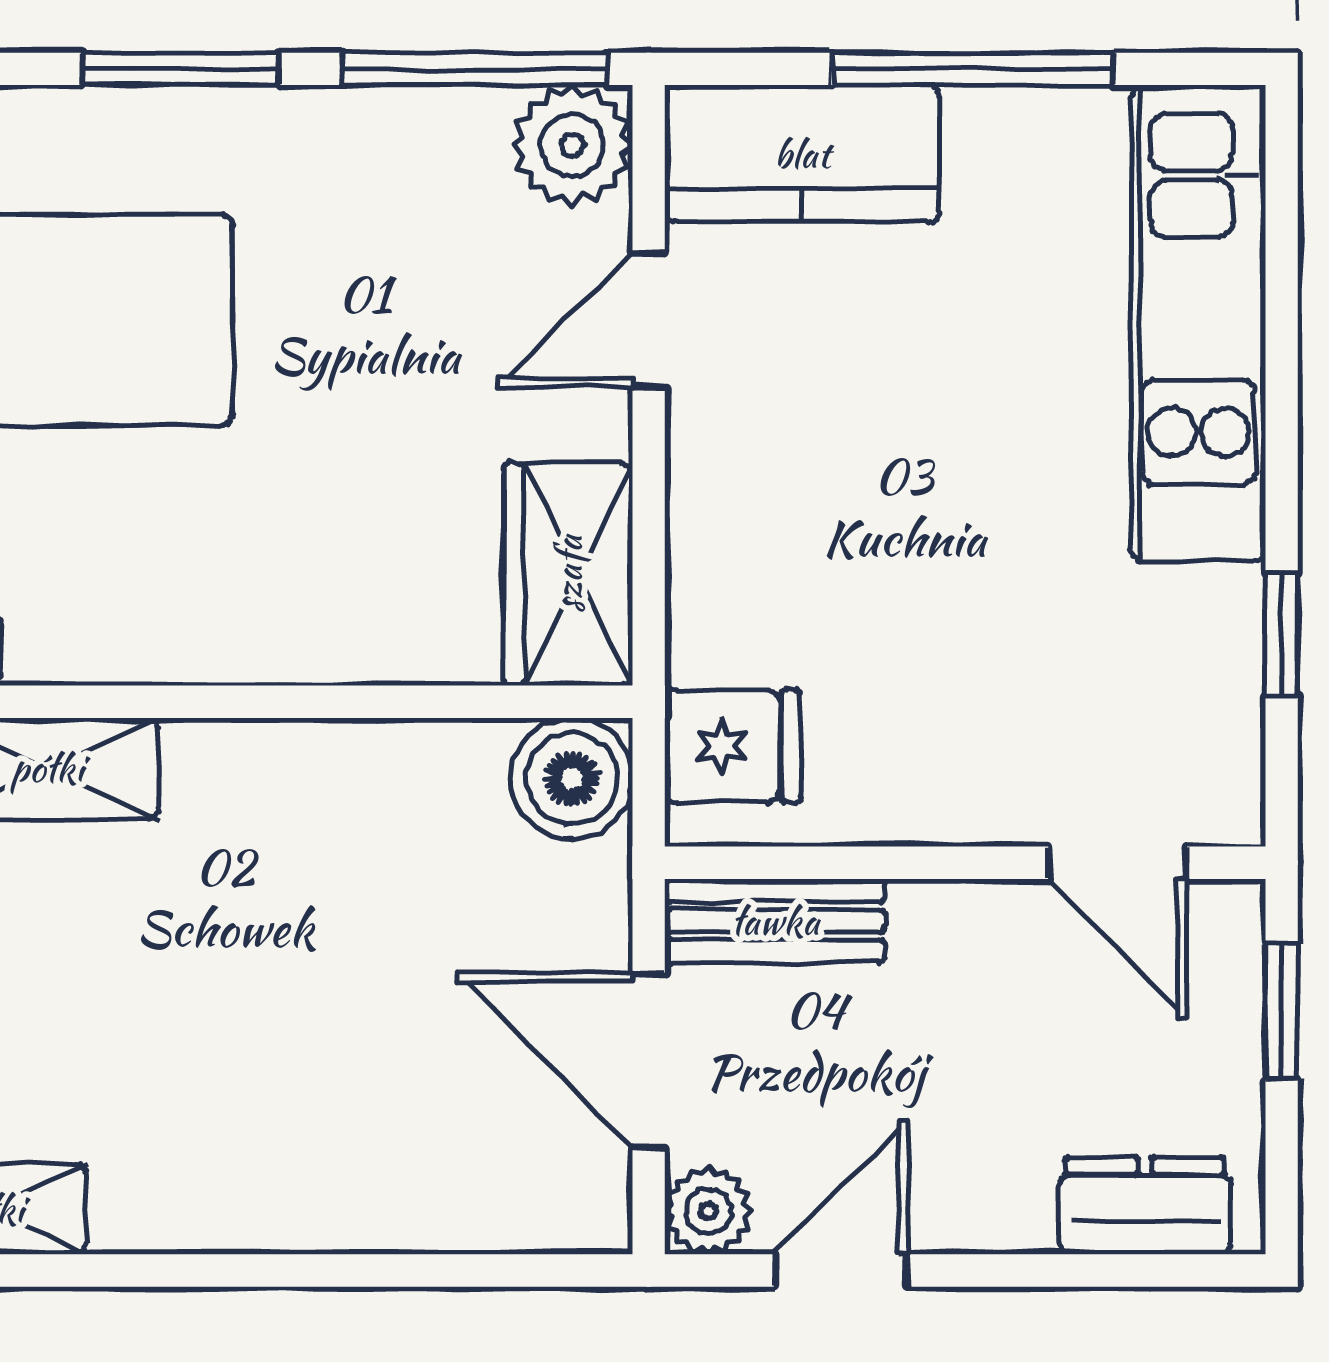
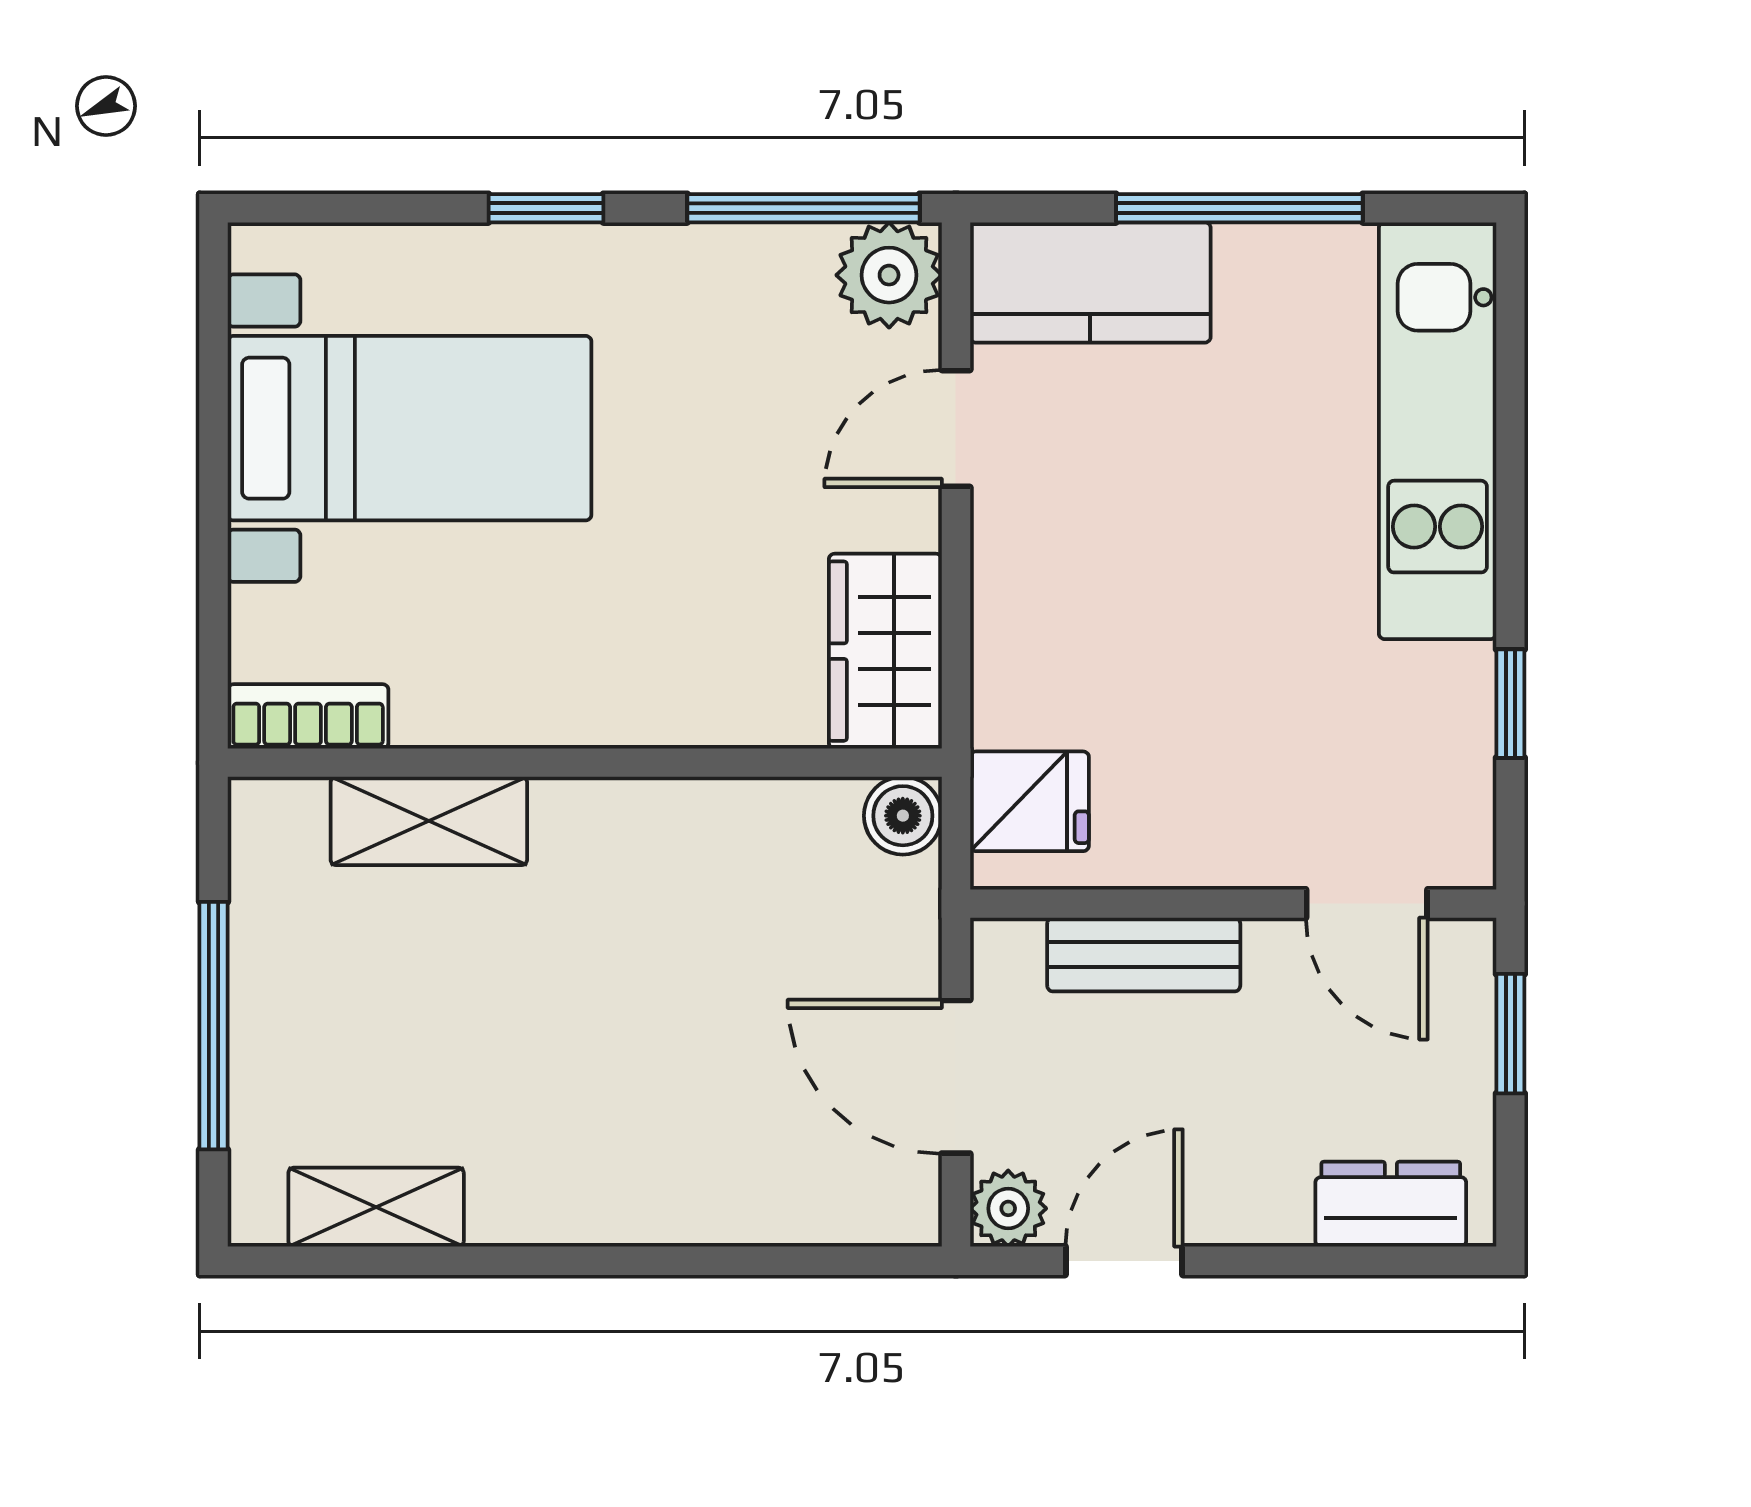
window: (181, 69) -> (546, 208), width x0.67
boiler: (572, 779) -> (903, 816), width x0.73, depth x0.73
bench: (775, 921) -> (1144, 955), moved

